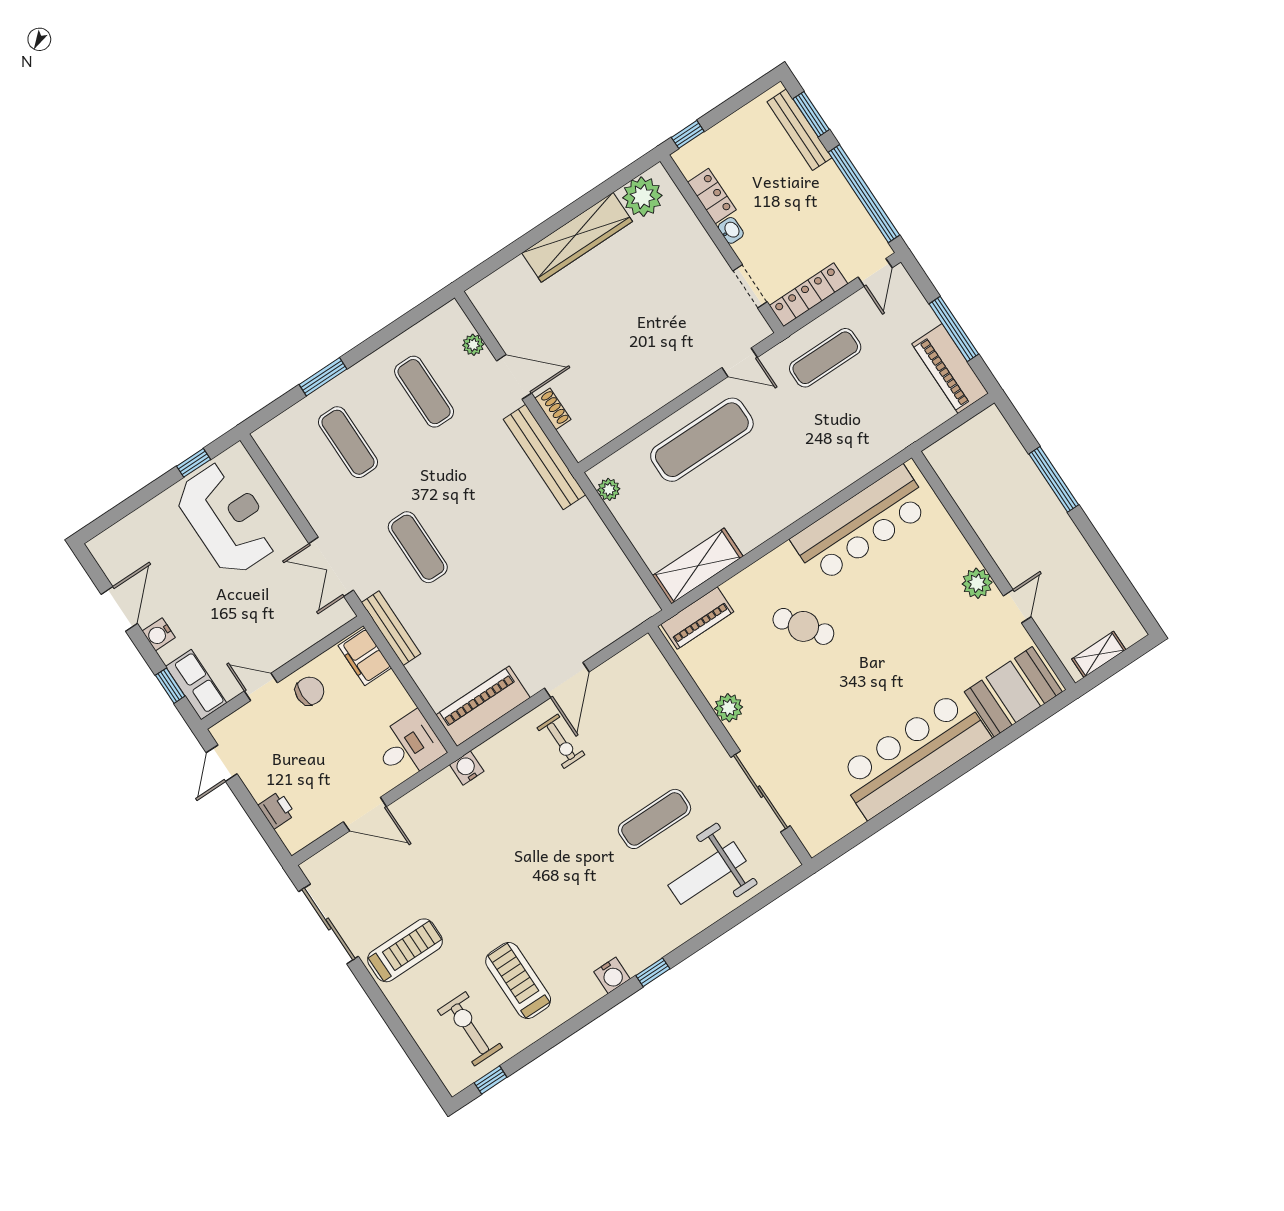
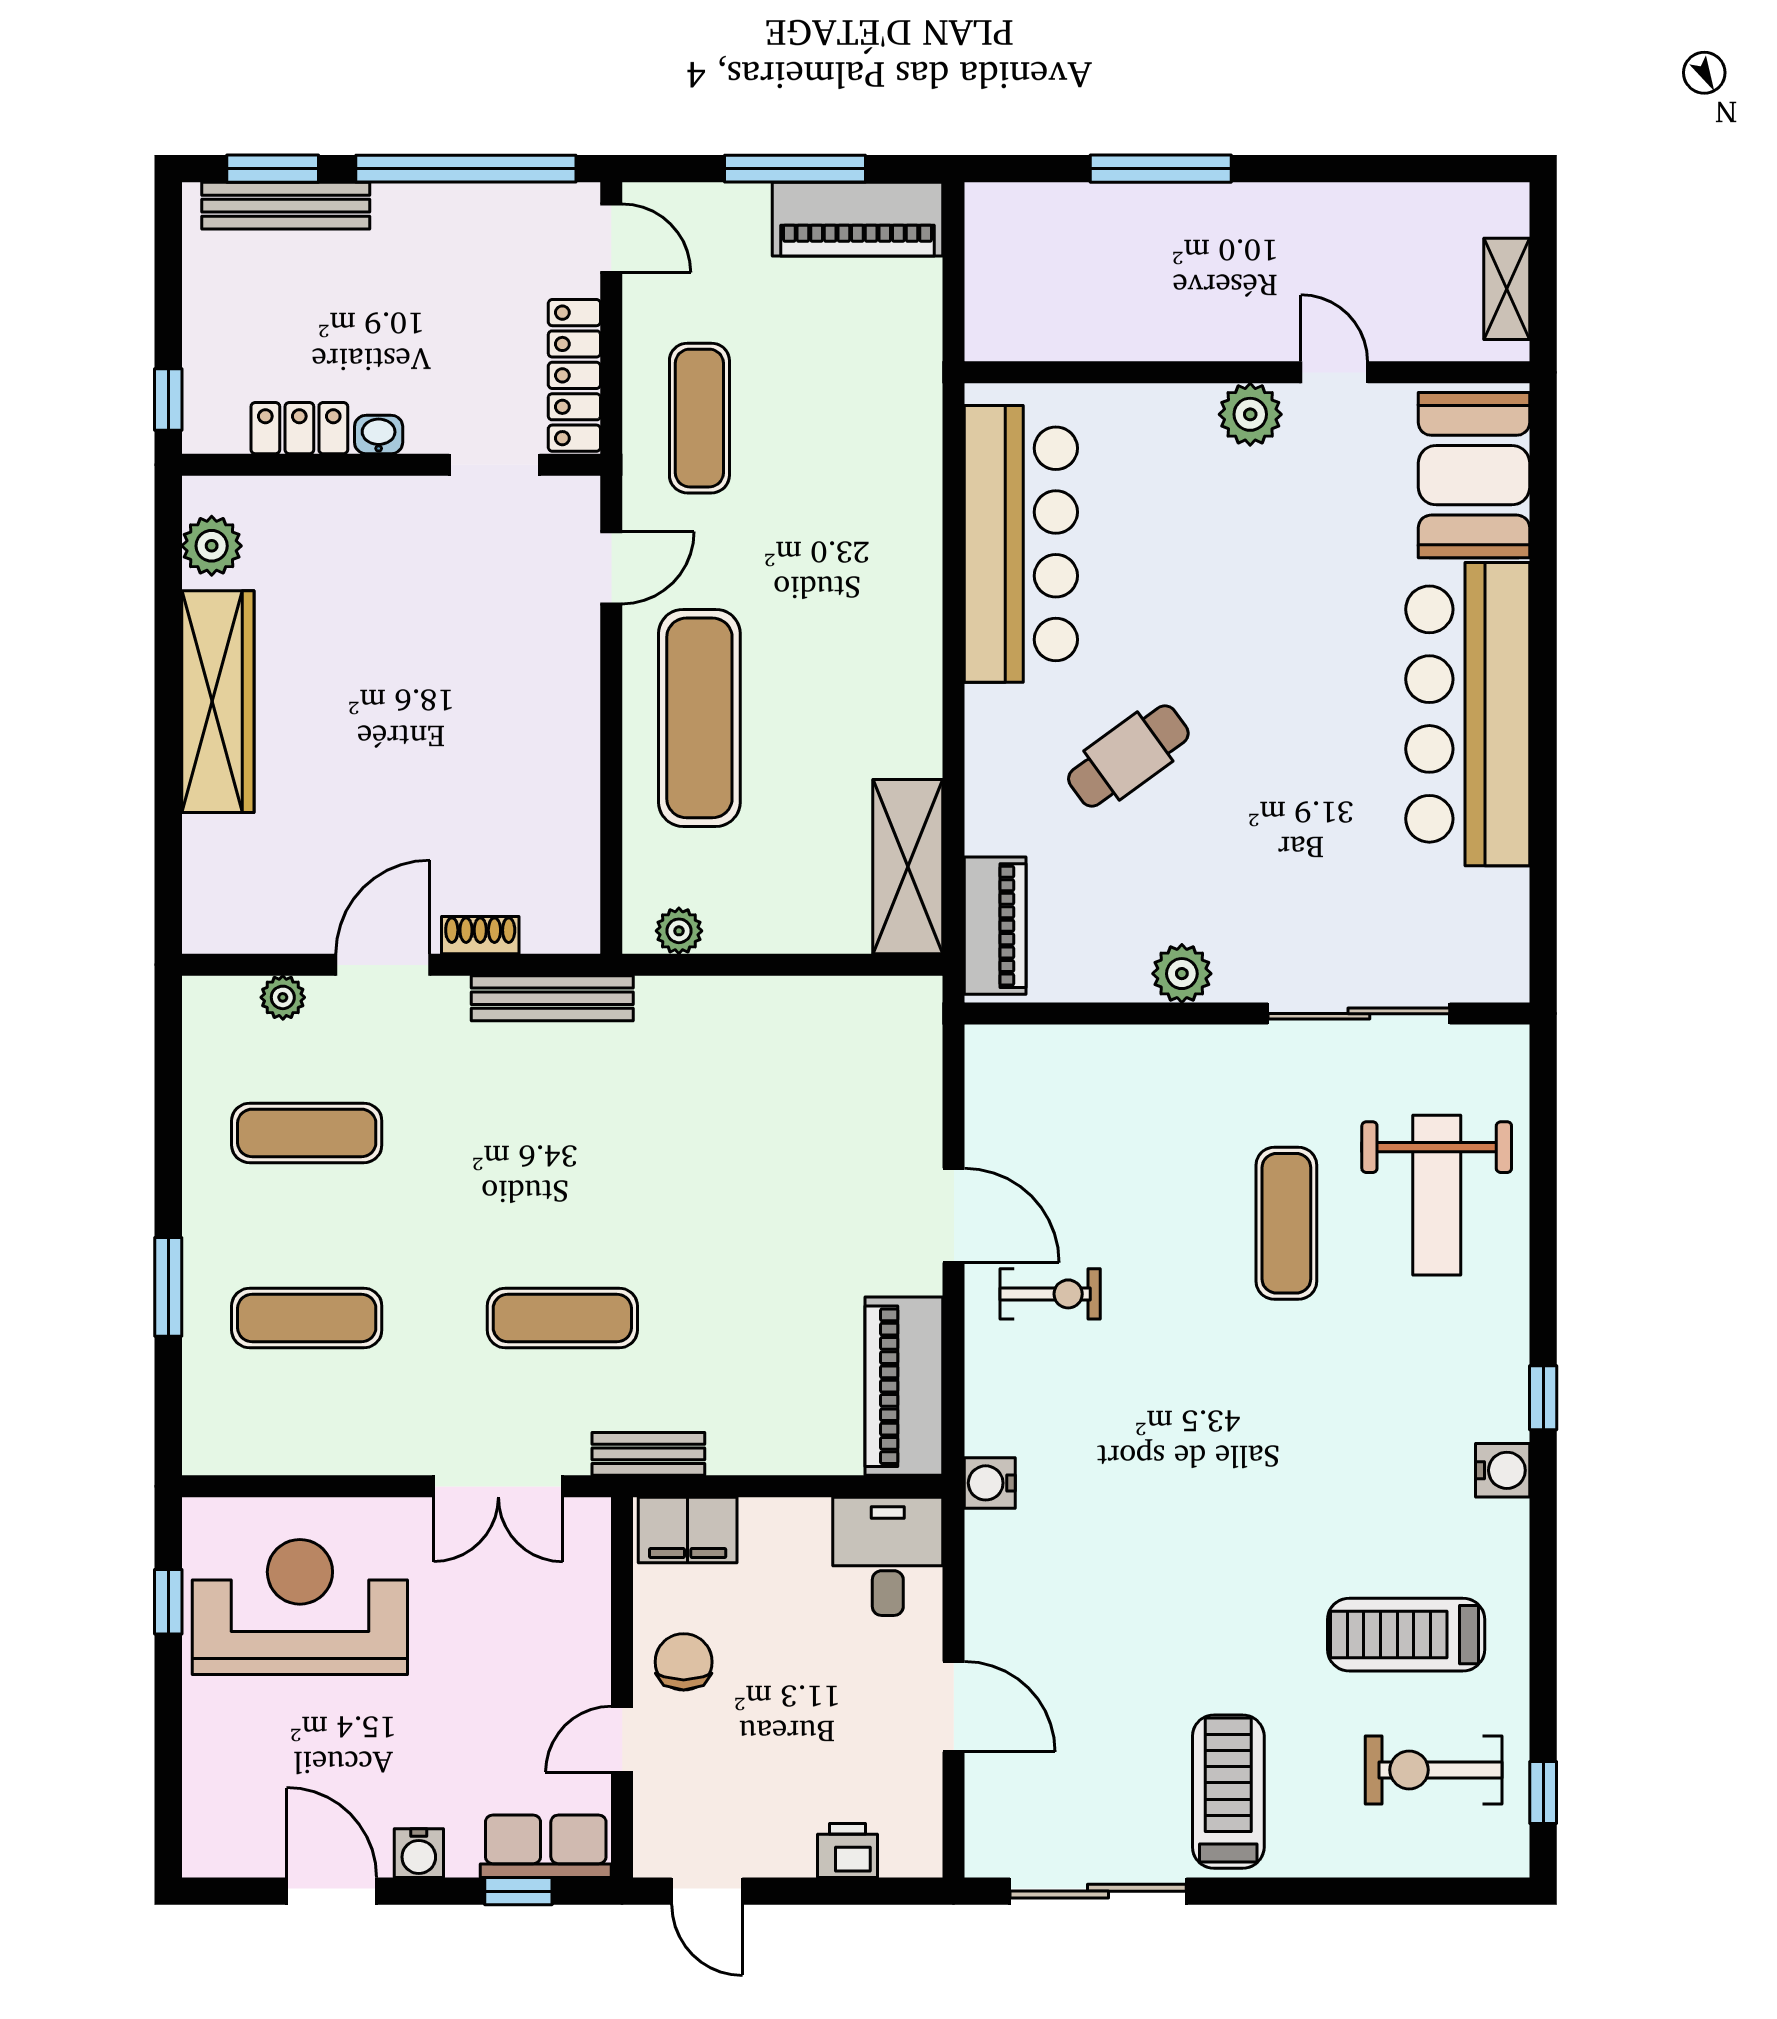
plant: (642, 197) -> (212, 546), width x0.73, depth x0.73
bench: (545, 457) -> (552, 998), width x0.73, depth x0.82
bench: (391, 628) -> (648, 1454), width x0.73
door: (365, 814) -> (954, 1707), hinge flipped

